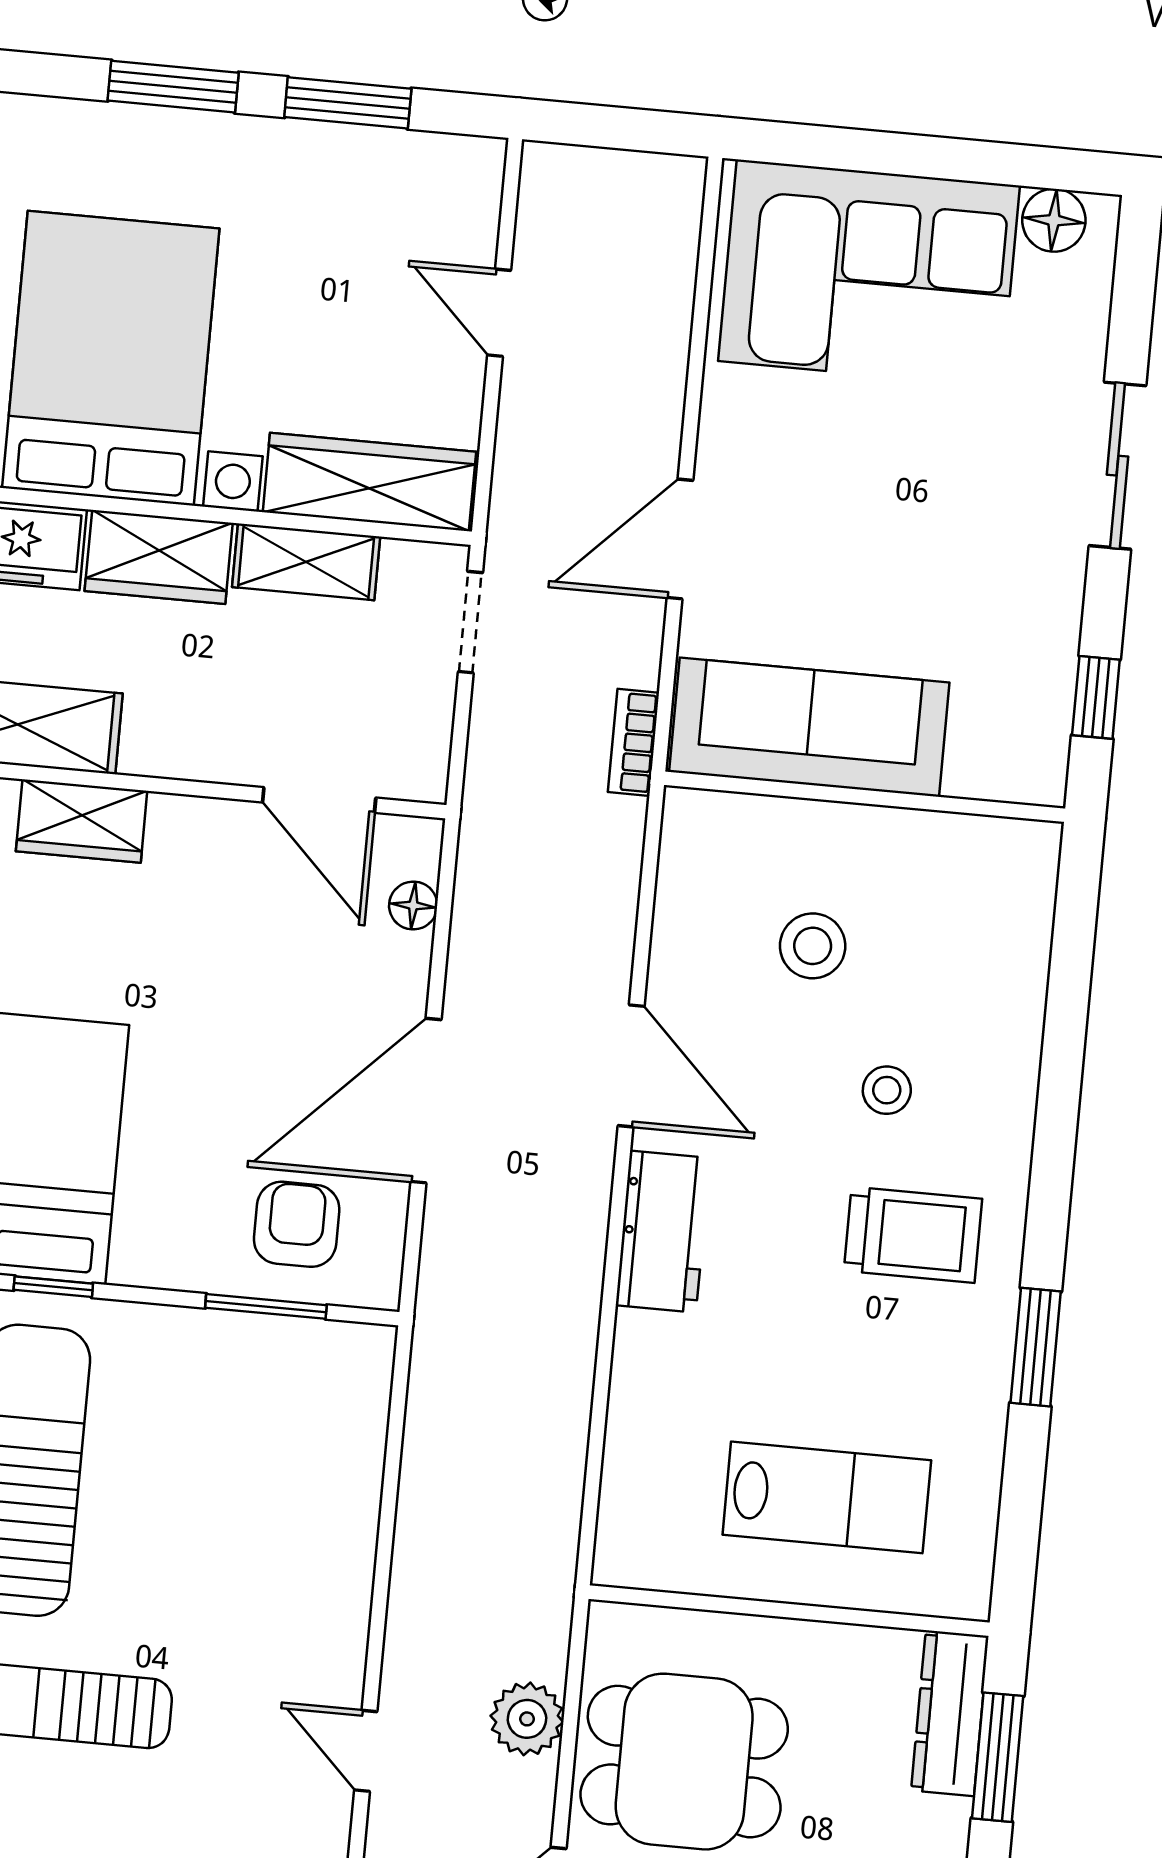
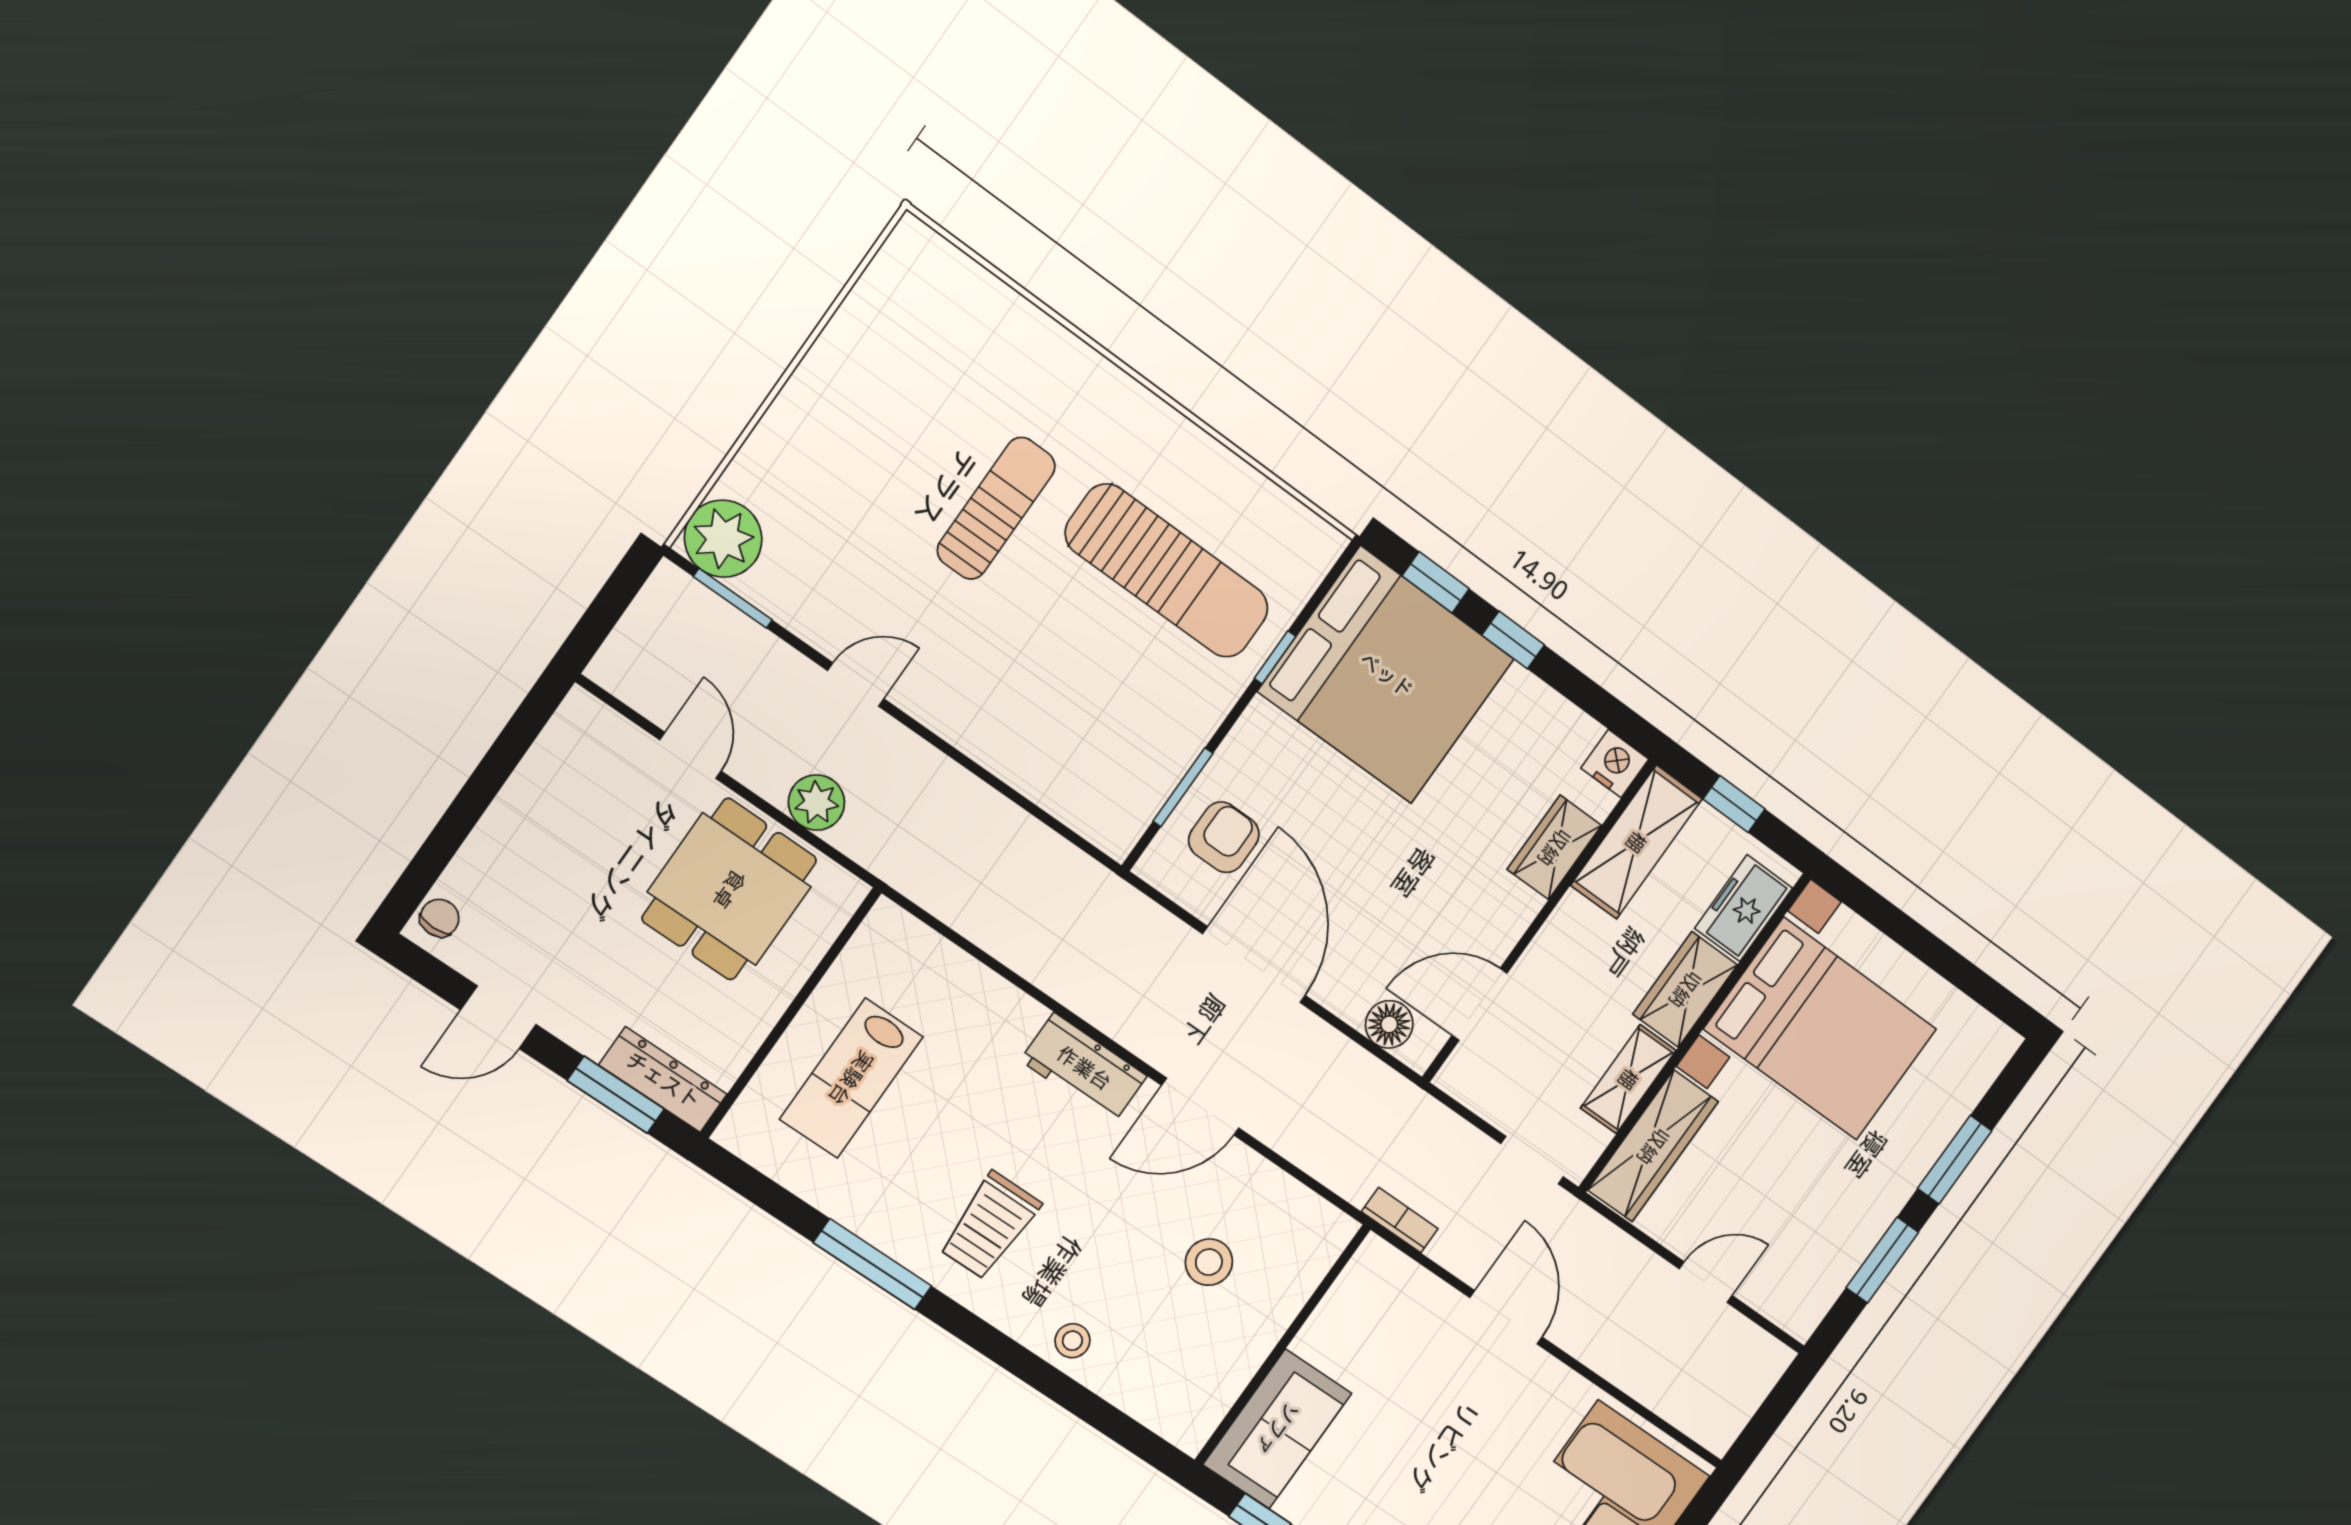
sofa: (809, 727) -> (1277, 1429), moved, width x0.73
floor lamp: (413, 905) -> (1389, 1024), width x1.37, depth x1.37
stool: (887, 1090) -> (1072, 1341), moved
armchair: (297, 1224) -> (1224, 837), turned -90
window: (1036, 1347) -> (872, 1264), width x1.44

